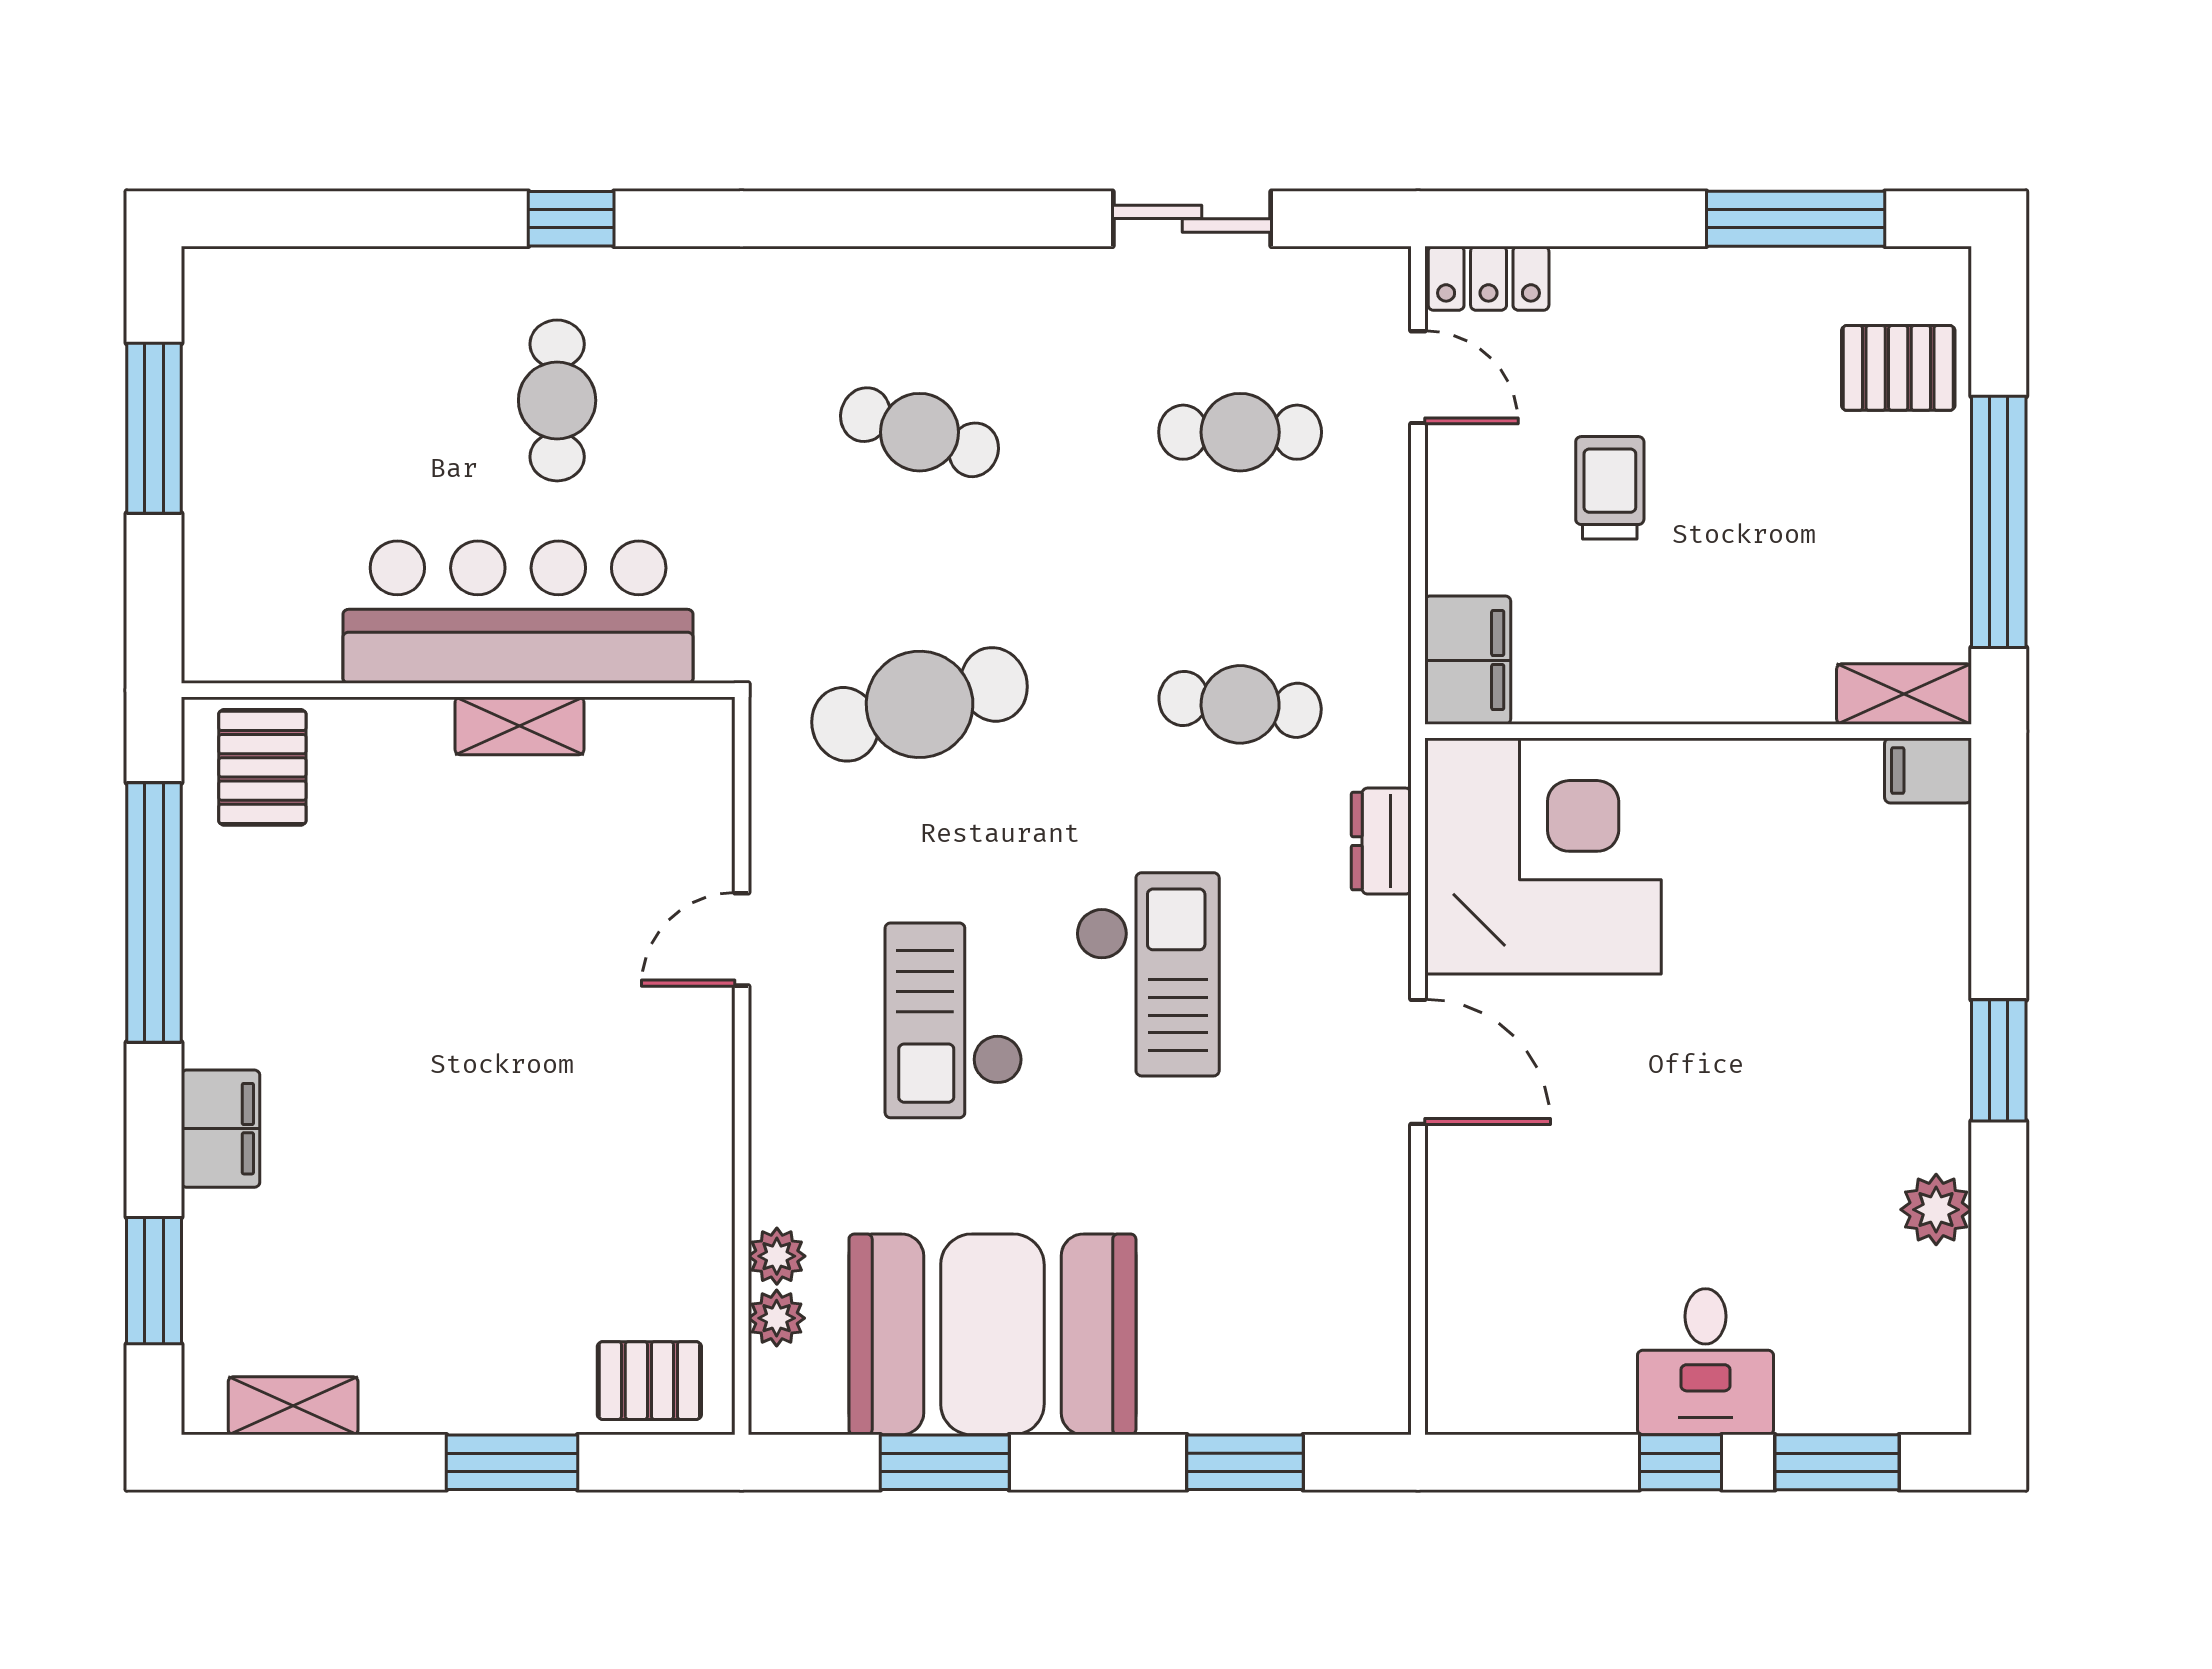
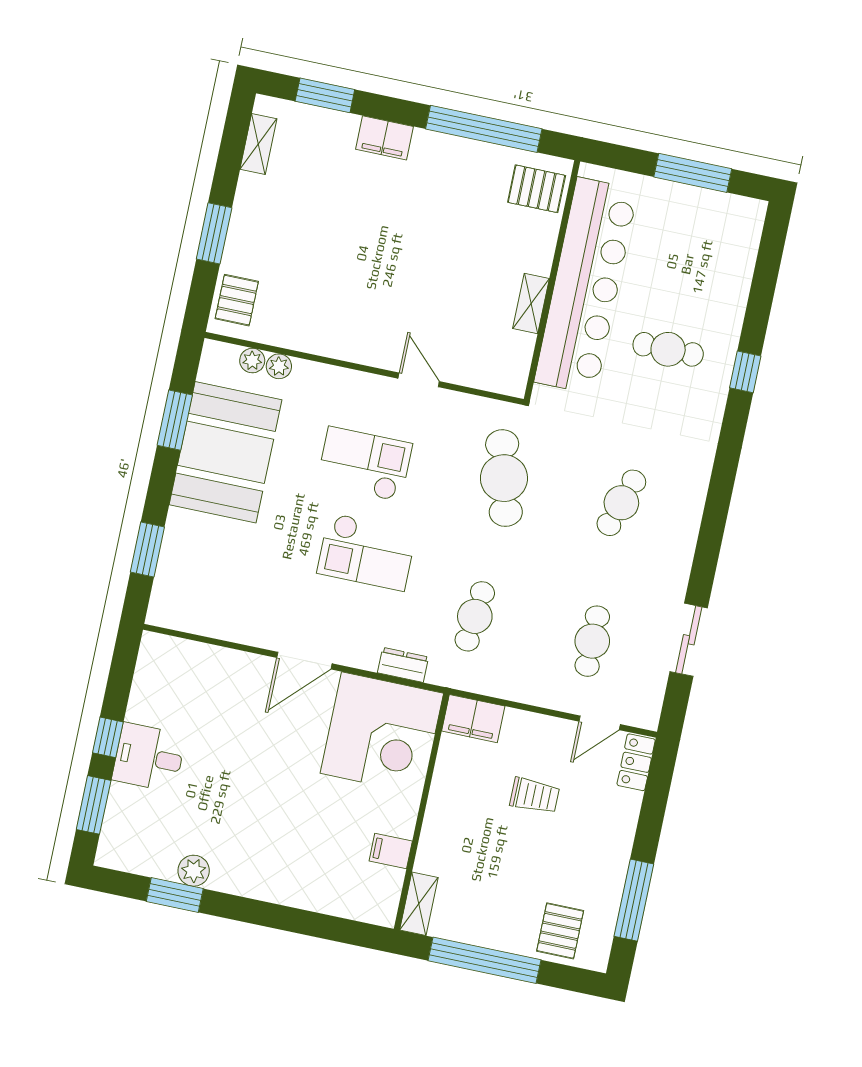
bar counter: (518, 612) -> (586, 286), width x1.36
filing cabinet: (1928, 771) -> (391, 851), moved, turned -90
window: (1999, 1060) -> (175, 895), moved

